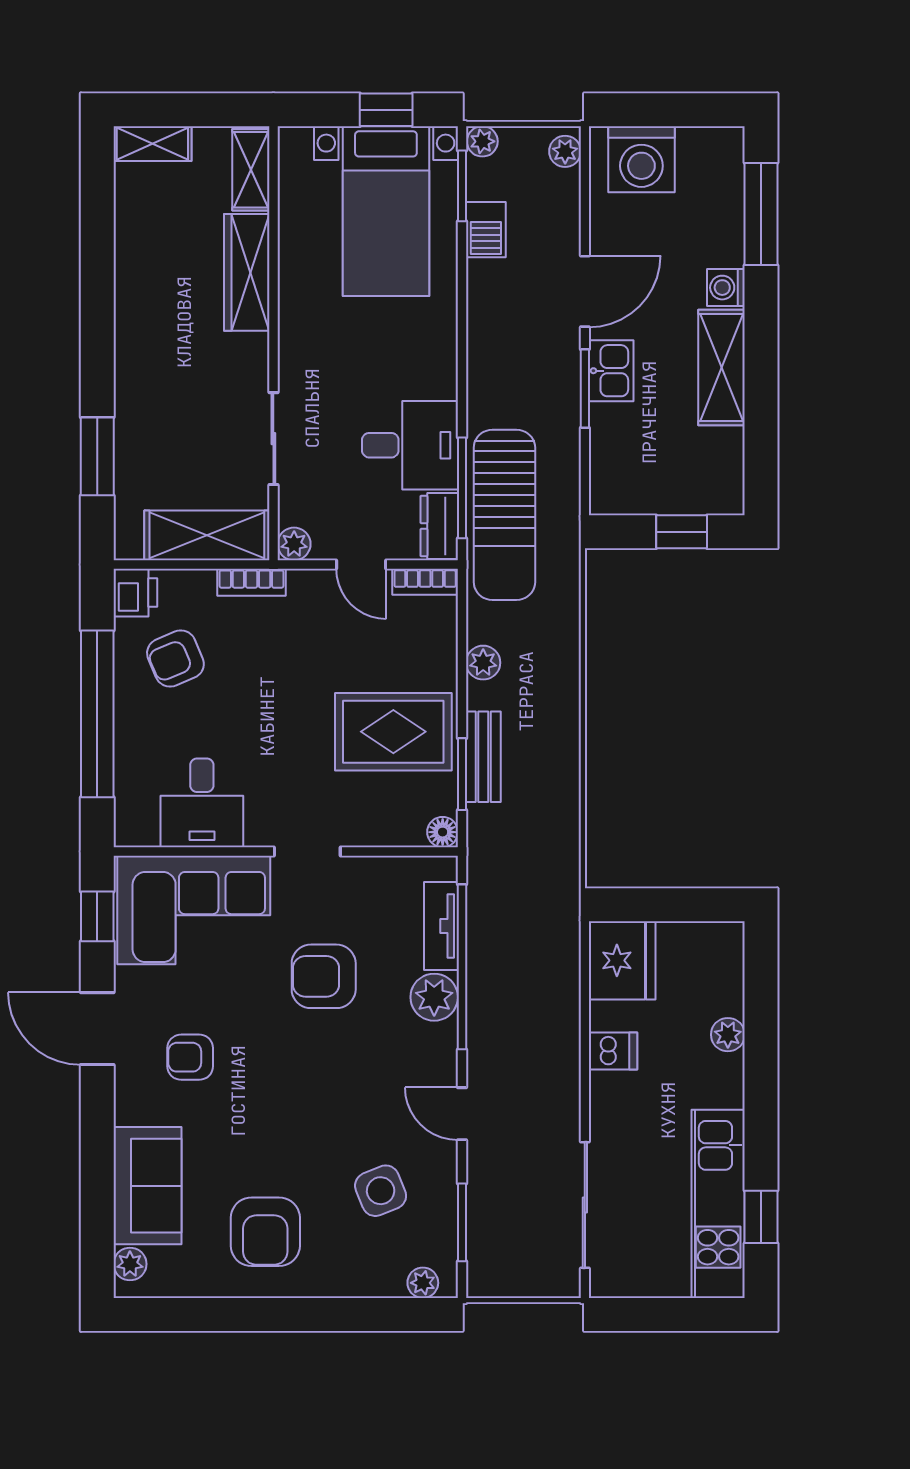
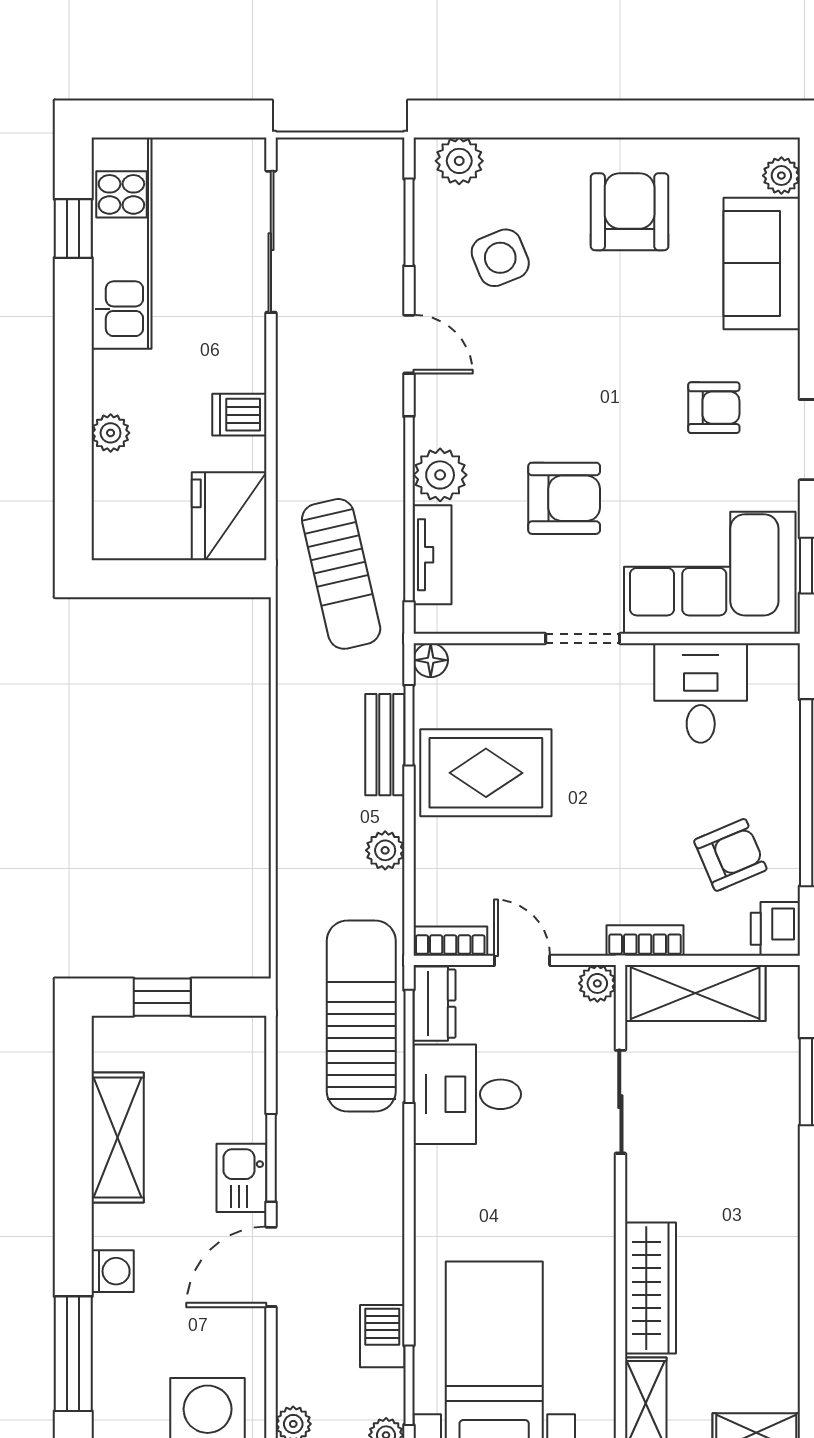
shelving: (722, 367) -> (118, 1137), moved
sun lounger: (522, 909) -> (341, 574), added
plant: (423, 1283) -> (459, 161), width x1.38, depth x1.38

